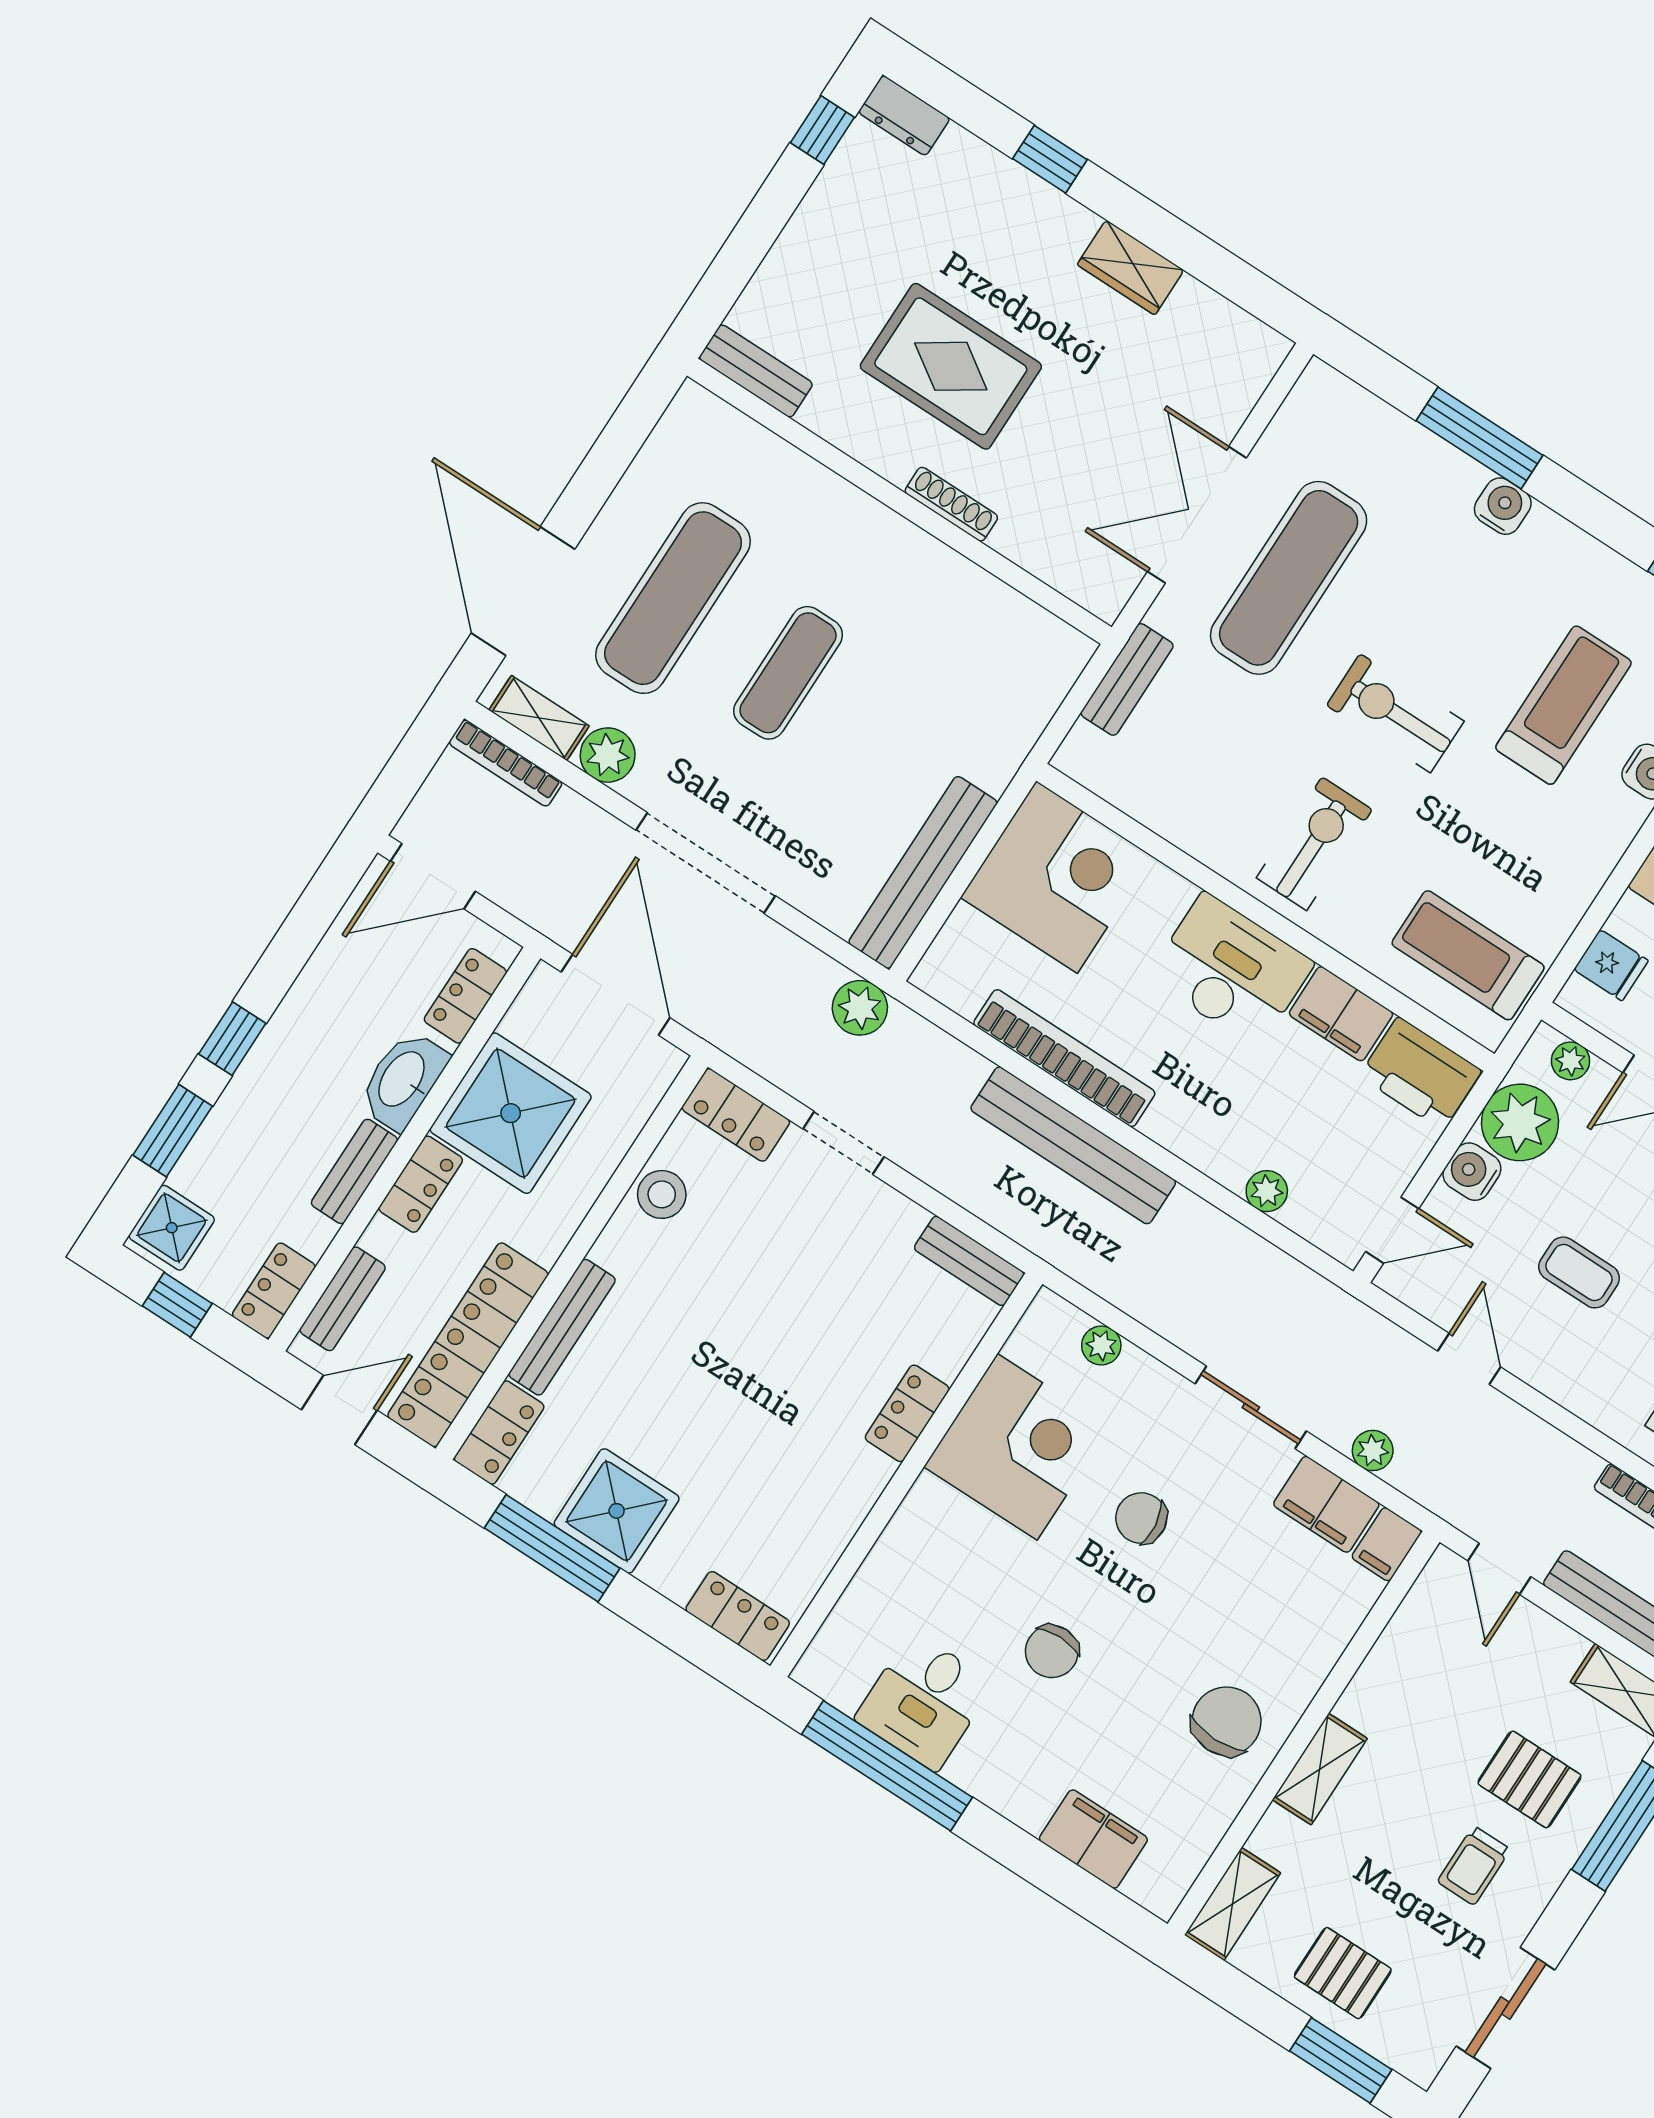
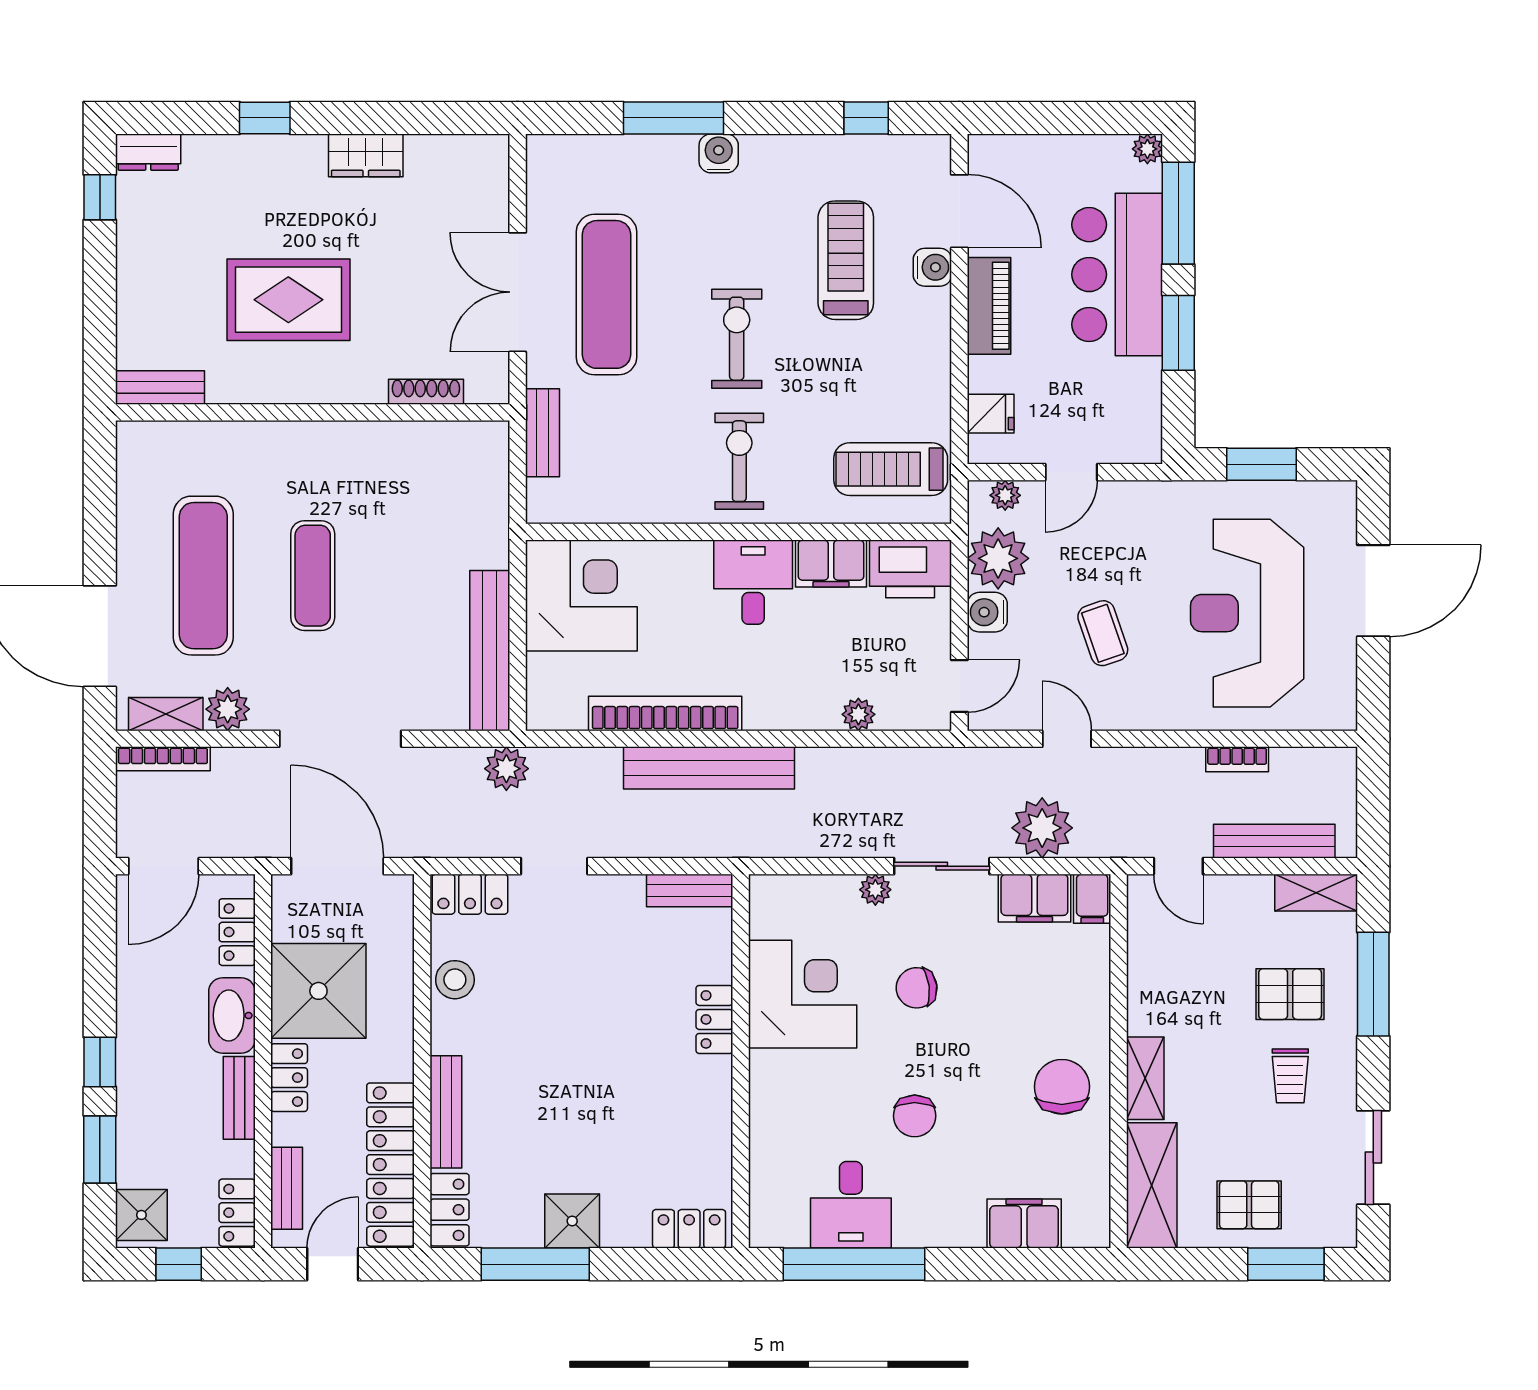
shoe rack: (951, 504) -> (426, 392), moved
exercise bike: (1395, 713) -> (737, 339), turned 90
desk: (1231, 970) -> (753, 582), width x0.73
coffee table: (1579, 1272) -> (1103, 633), turned 71
plant: (1101, 1345) -> (875, 890), moved
plant: (1373, 1451) -> (1042, 828), width x1.88, depth x1.88
shower: (617, 1511) -> (572, 1221), width x0.73, depth x0.73
shelving: (1233, 1904) -> (1152, 1185), width x1.50, depth x1.33

